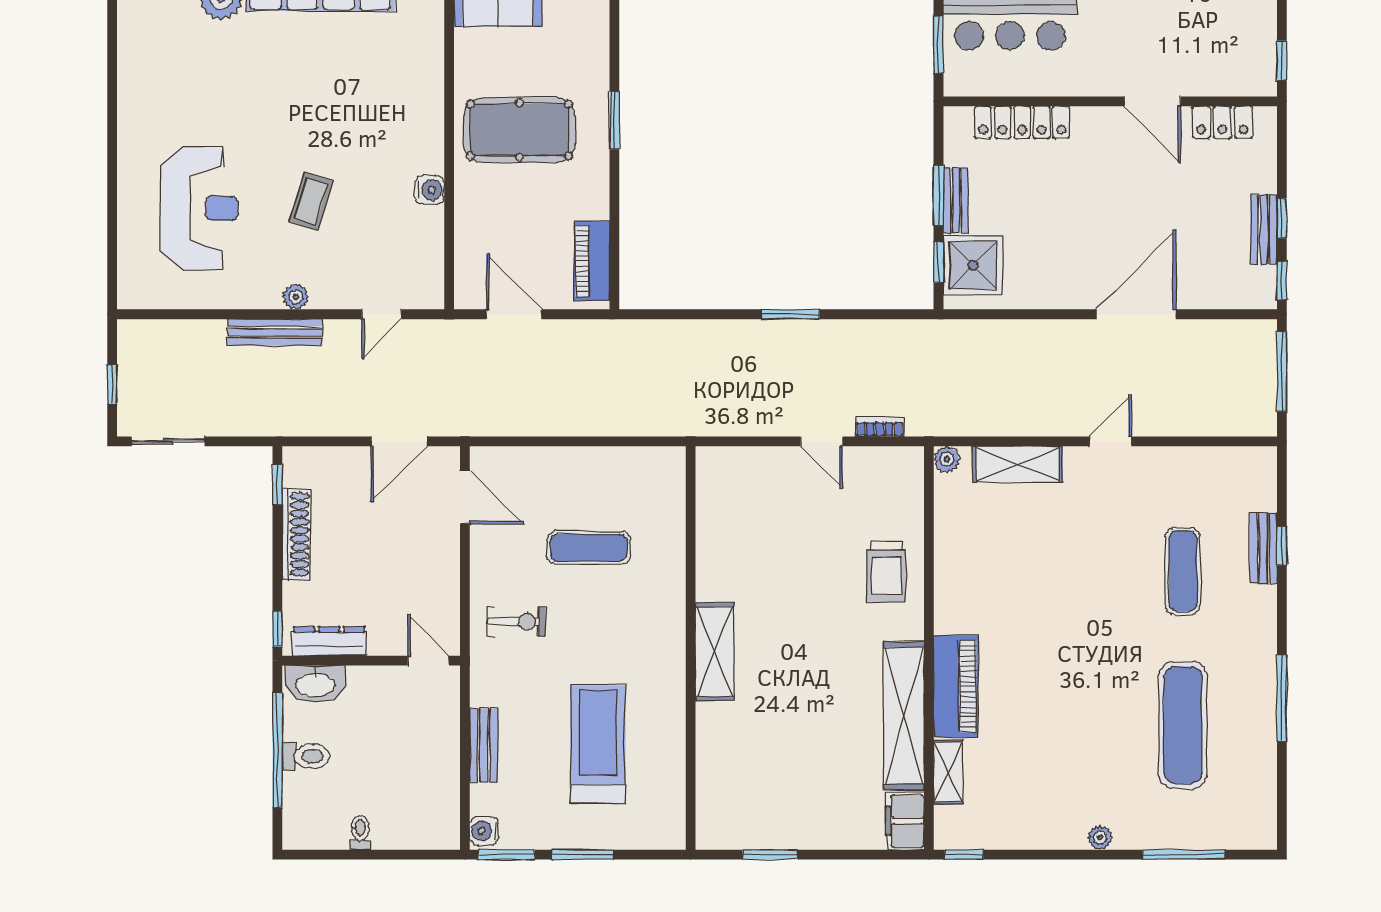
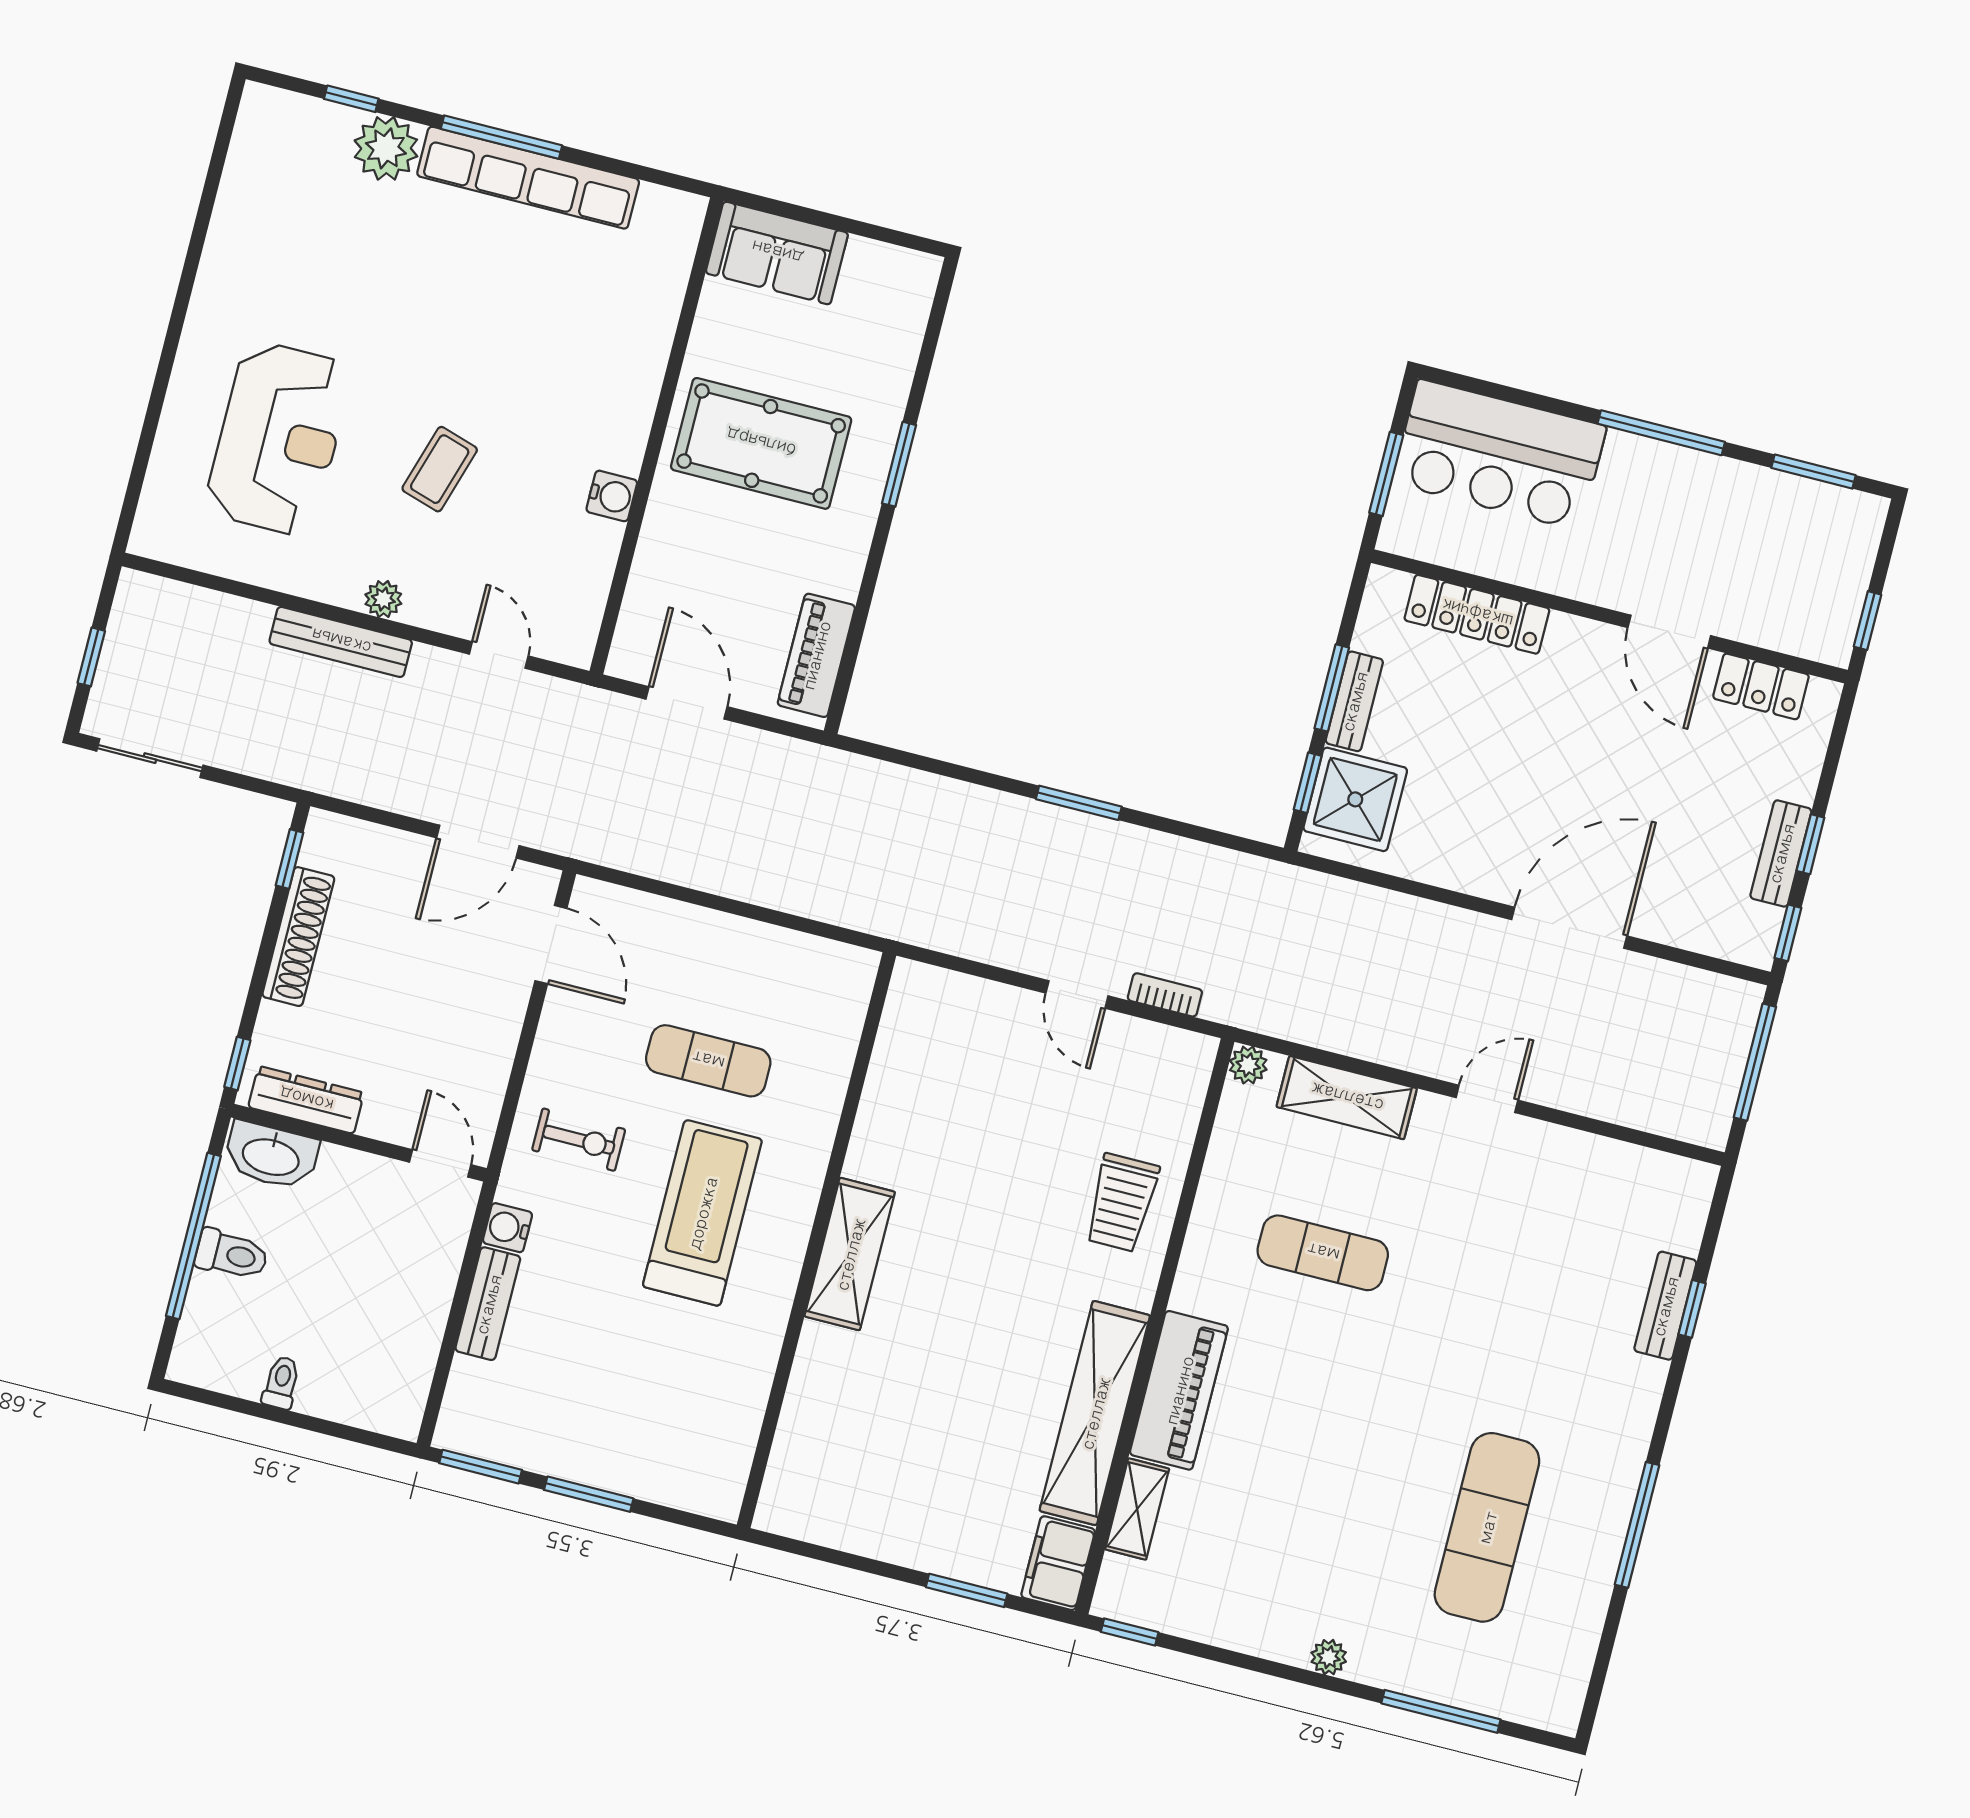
door: (381, 314) -> (499, 655), swing flipped
exercise mat: (1183, 571) -> (1323, 1253), moved, turned 90
treadmill: (598, 744) -> (702, 1213), moved
water cooler: (484, 831) -> (508, 1228), moved
window: (770, 855) -> (967, 1590), moved

